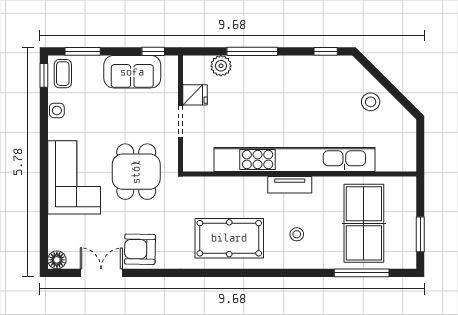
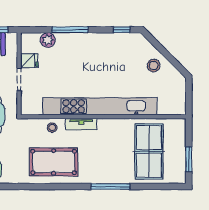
tv unit: (290, 185) -> (81, 124), moved
stool: (297, 234) -> (52, 127), moved
window: (362, 273) -> (110, 187), moved

